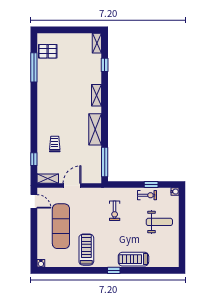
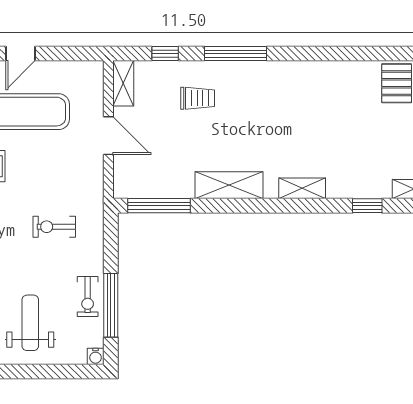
window: (34, 67) -> (236, 54), moved
window: (151, 184) -> (111, 305), width x2.17
door: (34, 201) -> (20, 54), moved
weight bench: (159, 222) -> (30, 323), turned 180

